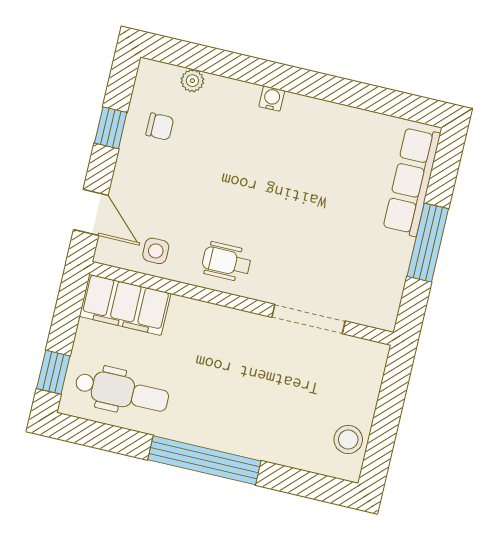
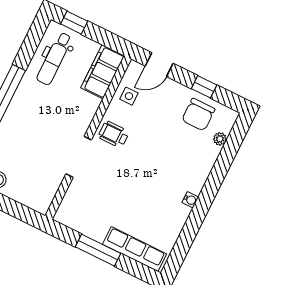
water cooler: (272, 99) -> (190, 200), moved
chair: (160, 127) -> (198, 115), width x1.87, depth x1.87
wheelchair: (226, 262) -> (114, 134), turned -90
doorway: (308, 319) -> (79, 157), moved

